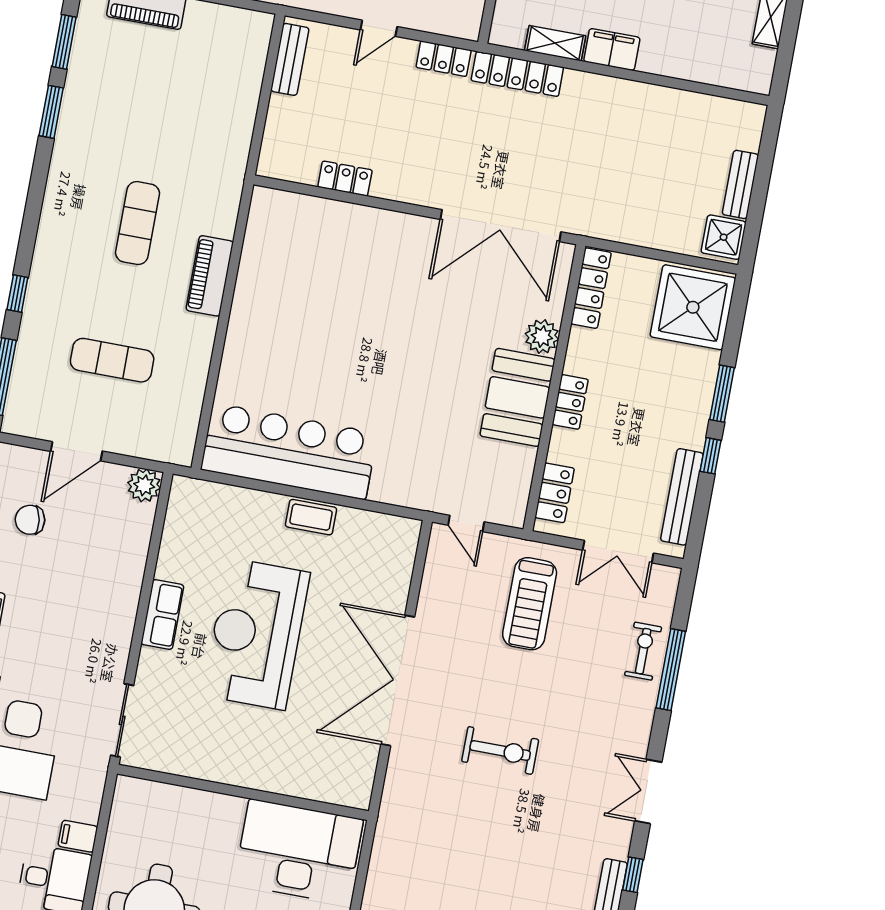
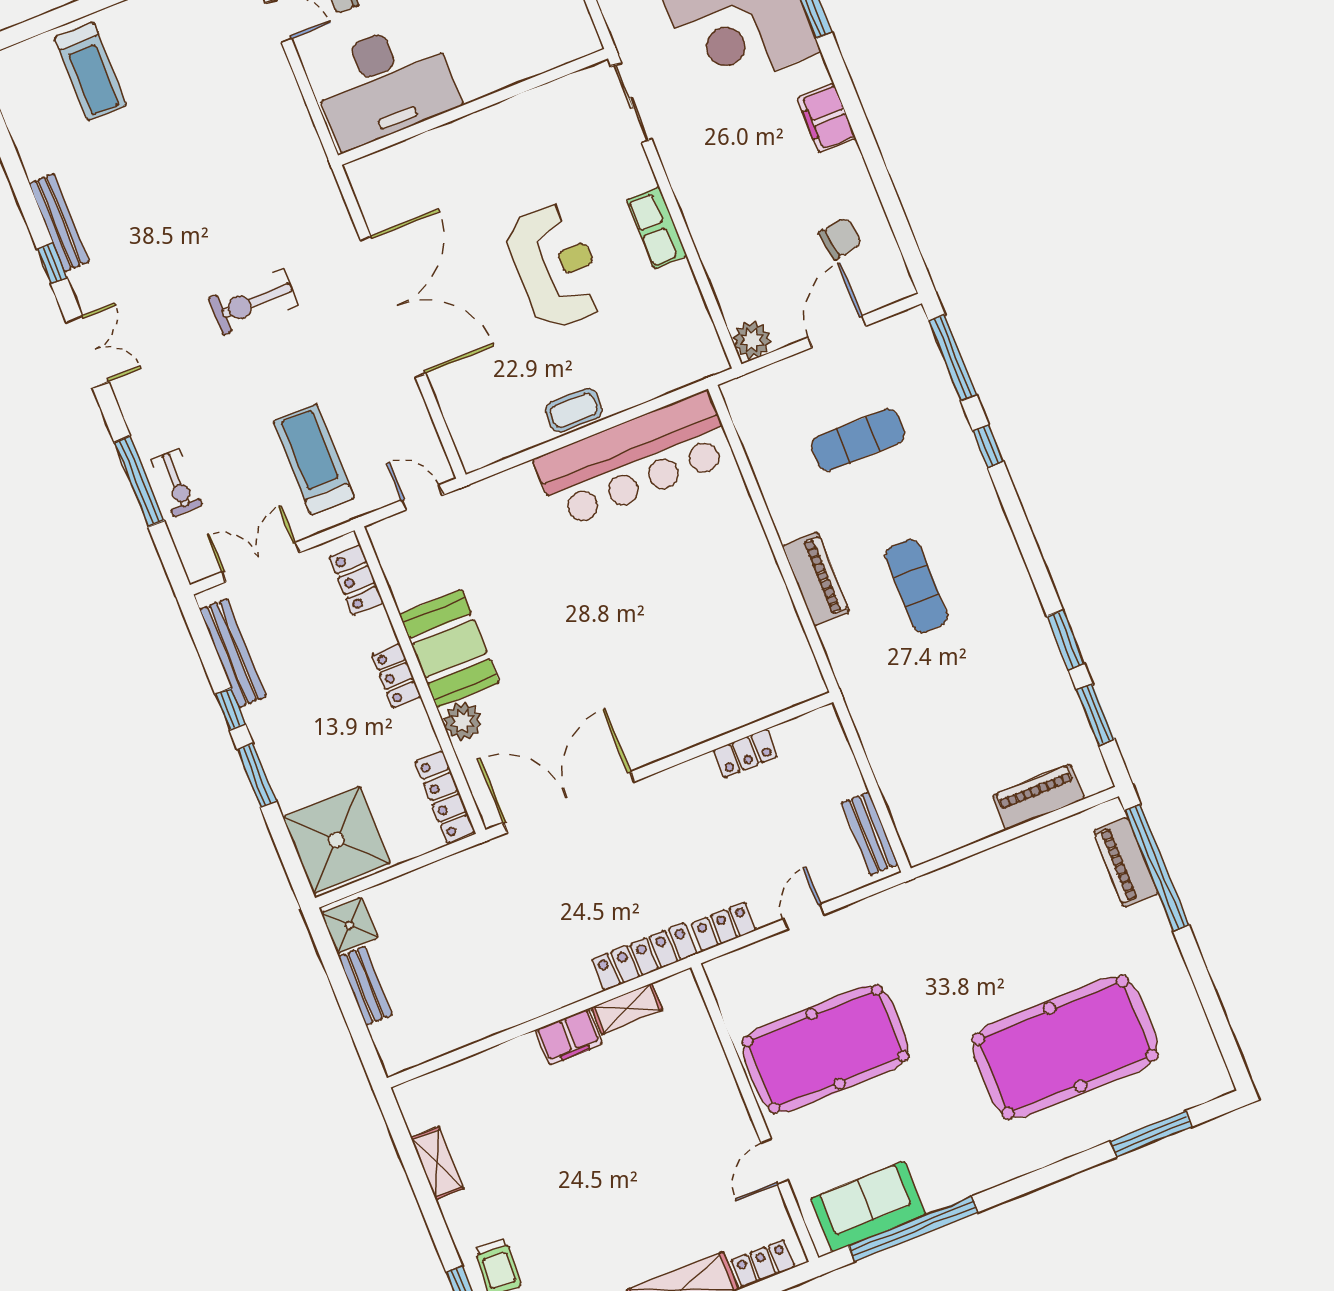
reception desk: (256, 634) -> (556, 266), width x0.74, depth x0.77

